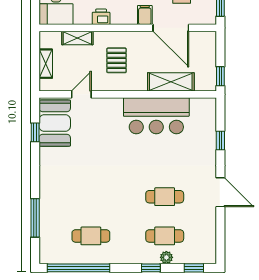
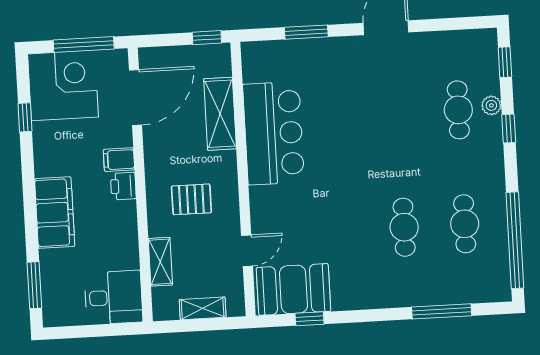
printer: (101, 17) -> (123, 186), moved
door: (171, 28) -> (135, 98), moved
door: (81, 94) -> (247, 251), swing flipped
window: (220, 141) -> (306, 32), width x1.50
cafe table: (165, 197) -> (404, 227), moved

